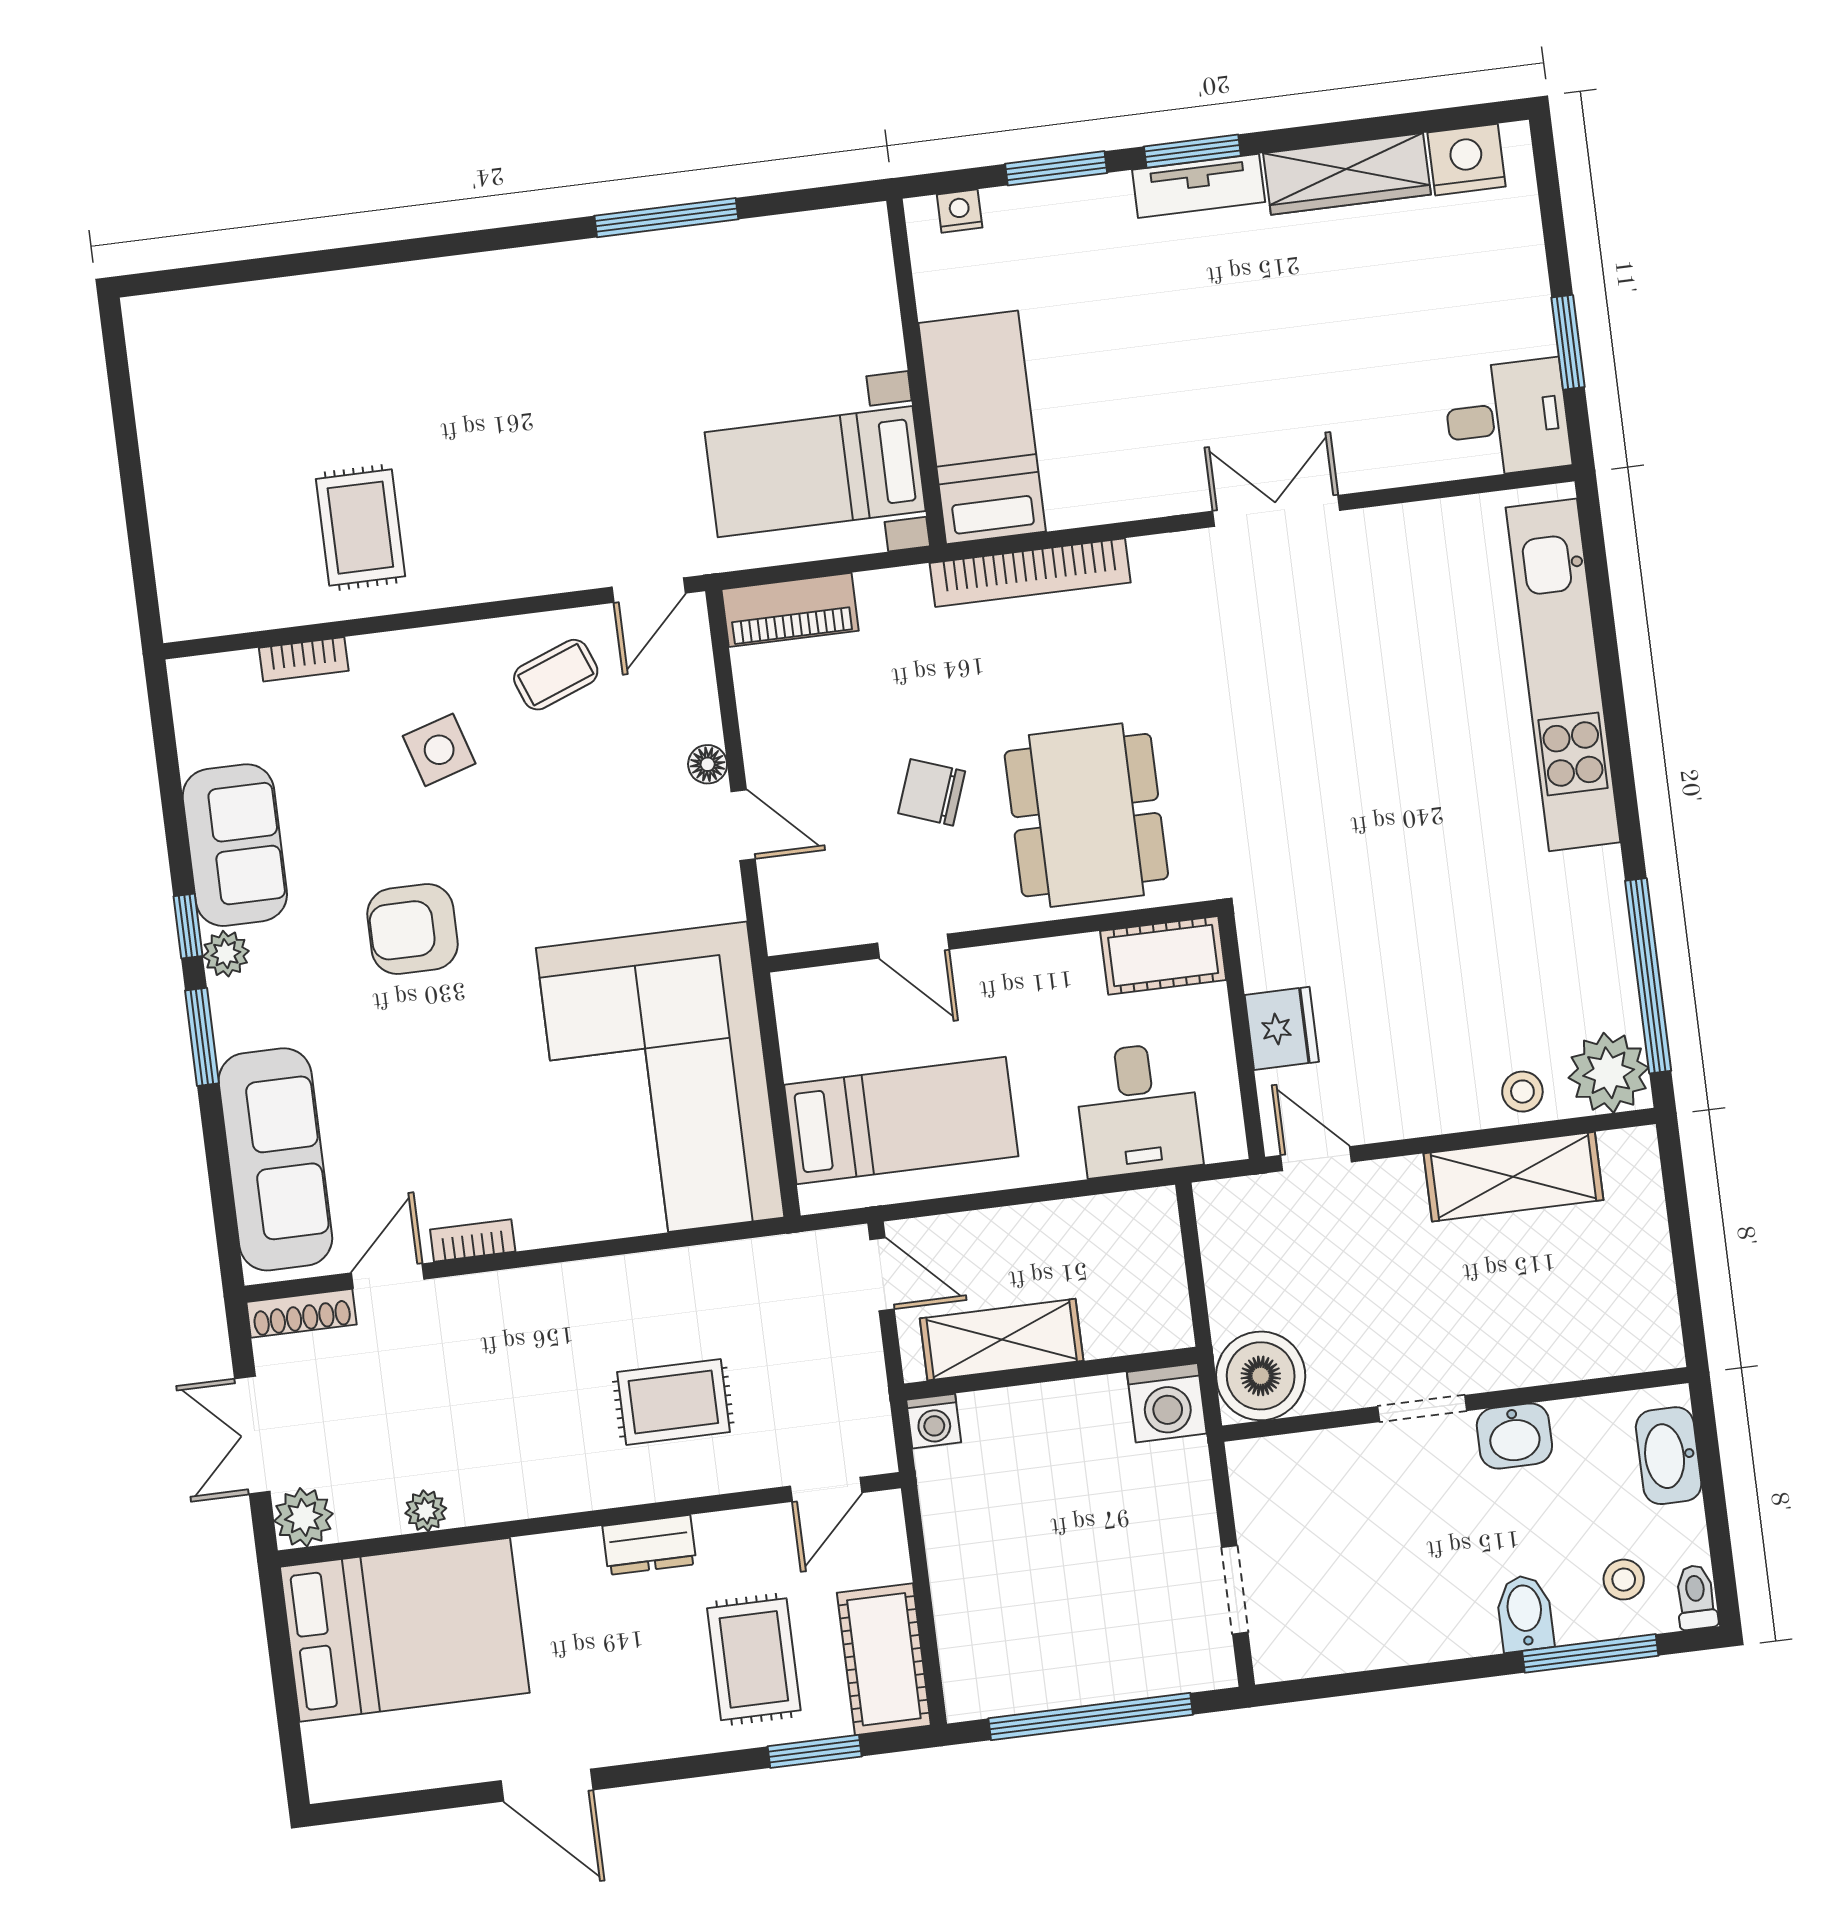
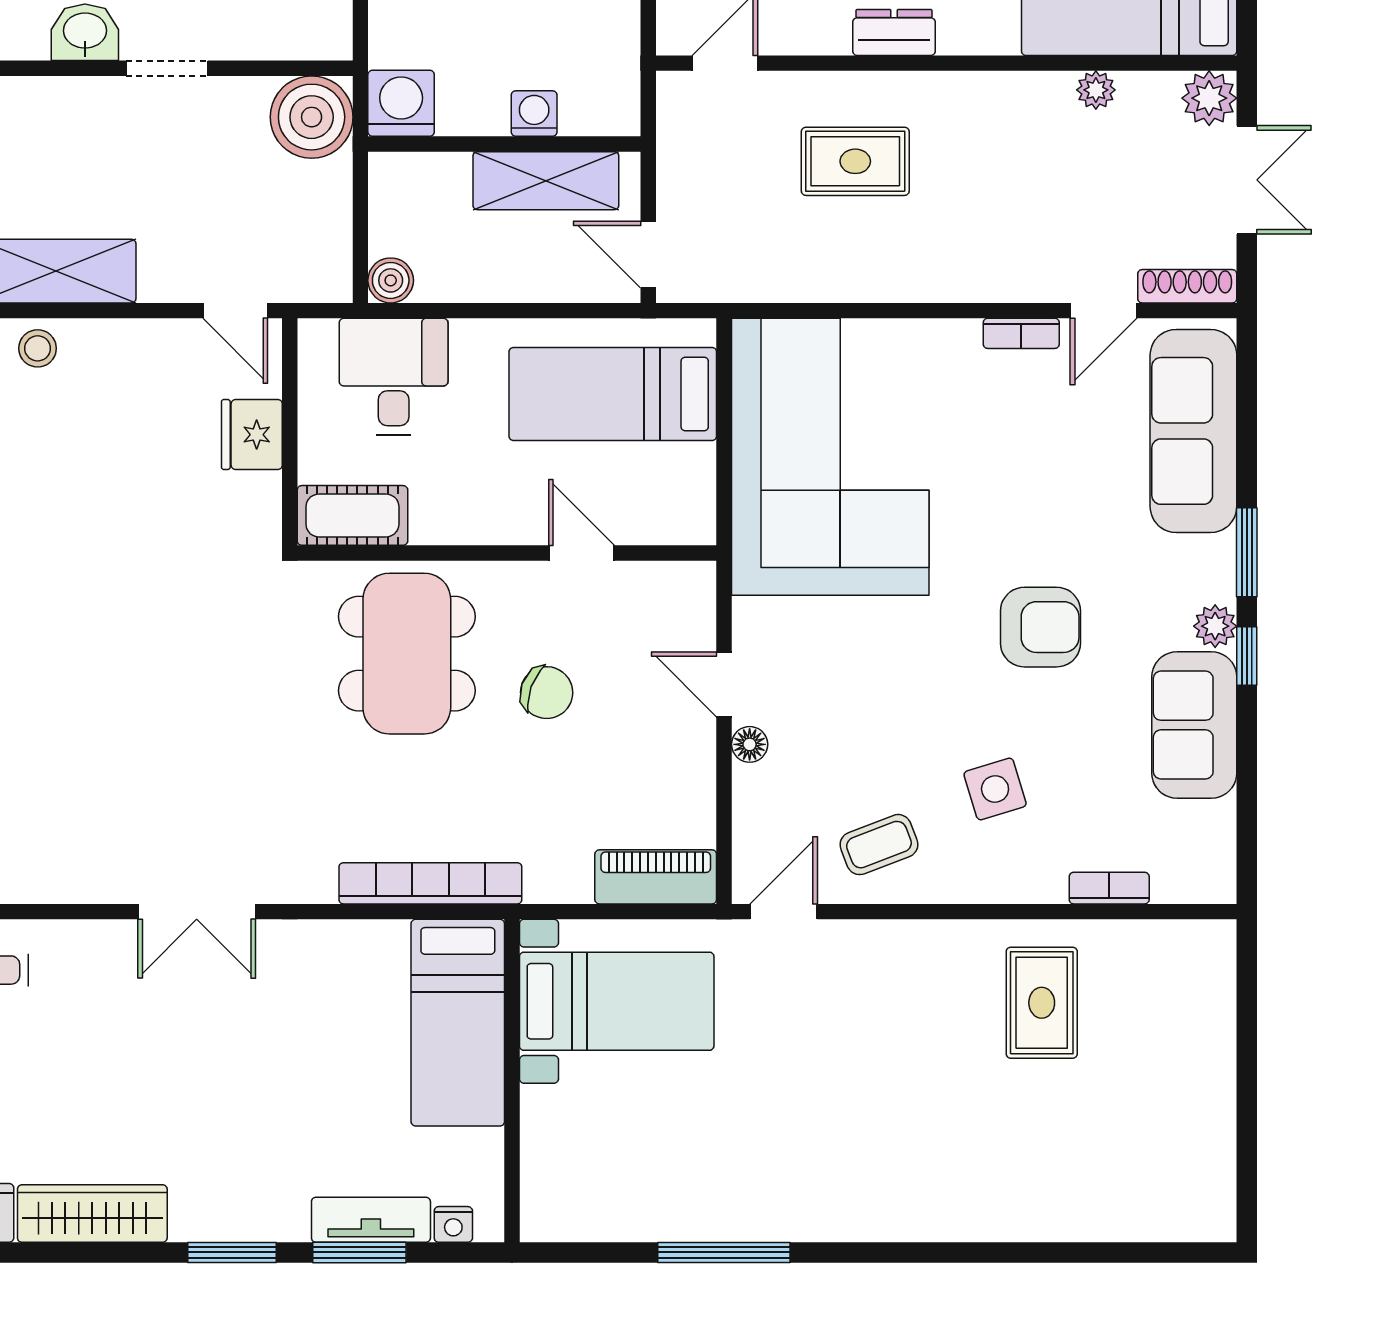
tv unit: (1199, 186) -> (371, 1220), moved
boiler: (1154, 1212) -> (391, 280), added
washing machine: (934, 1421) -> (534, 114), moved

